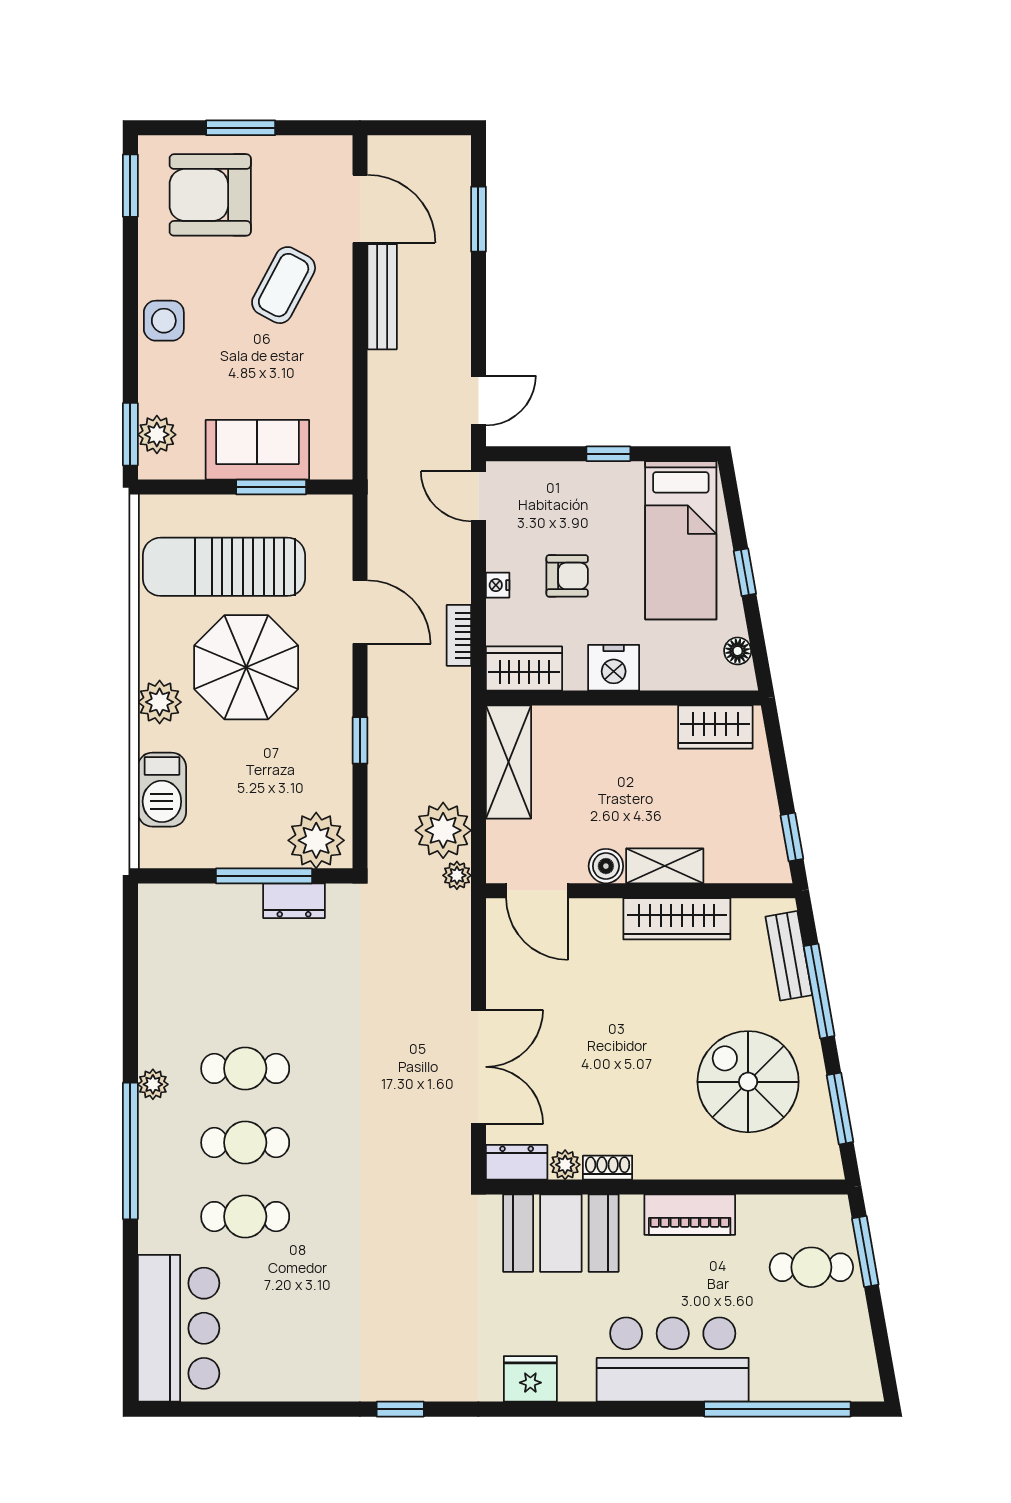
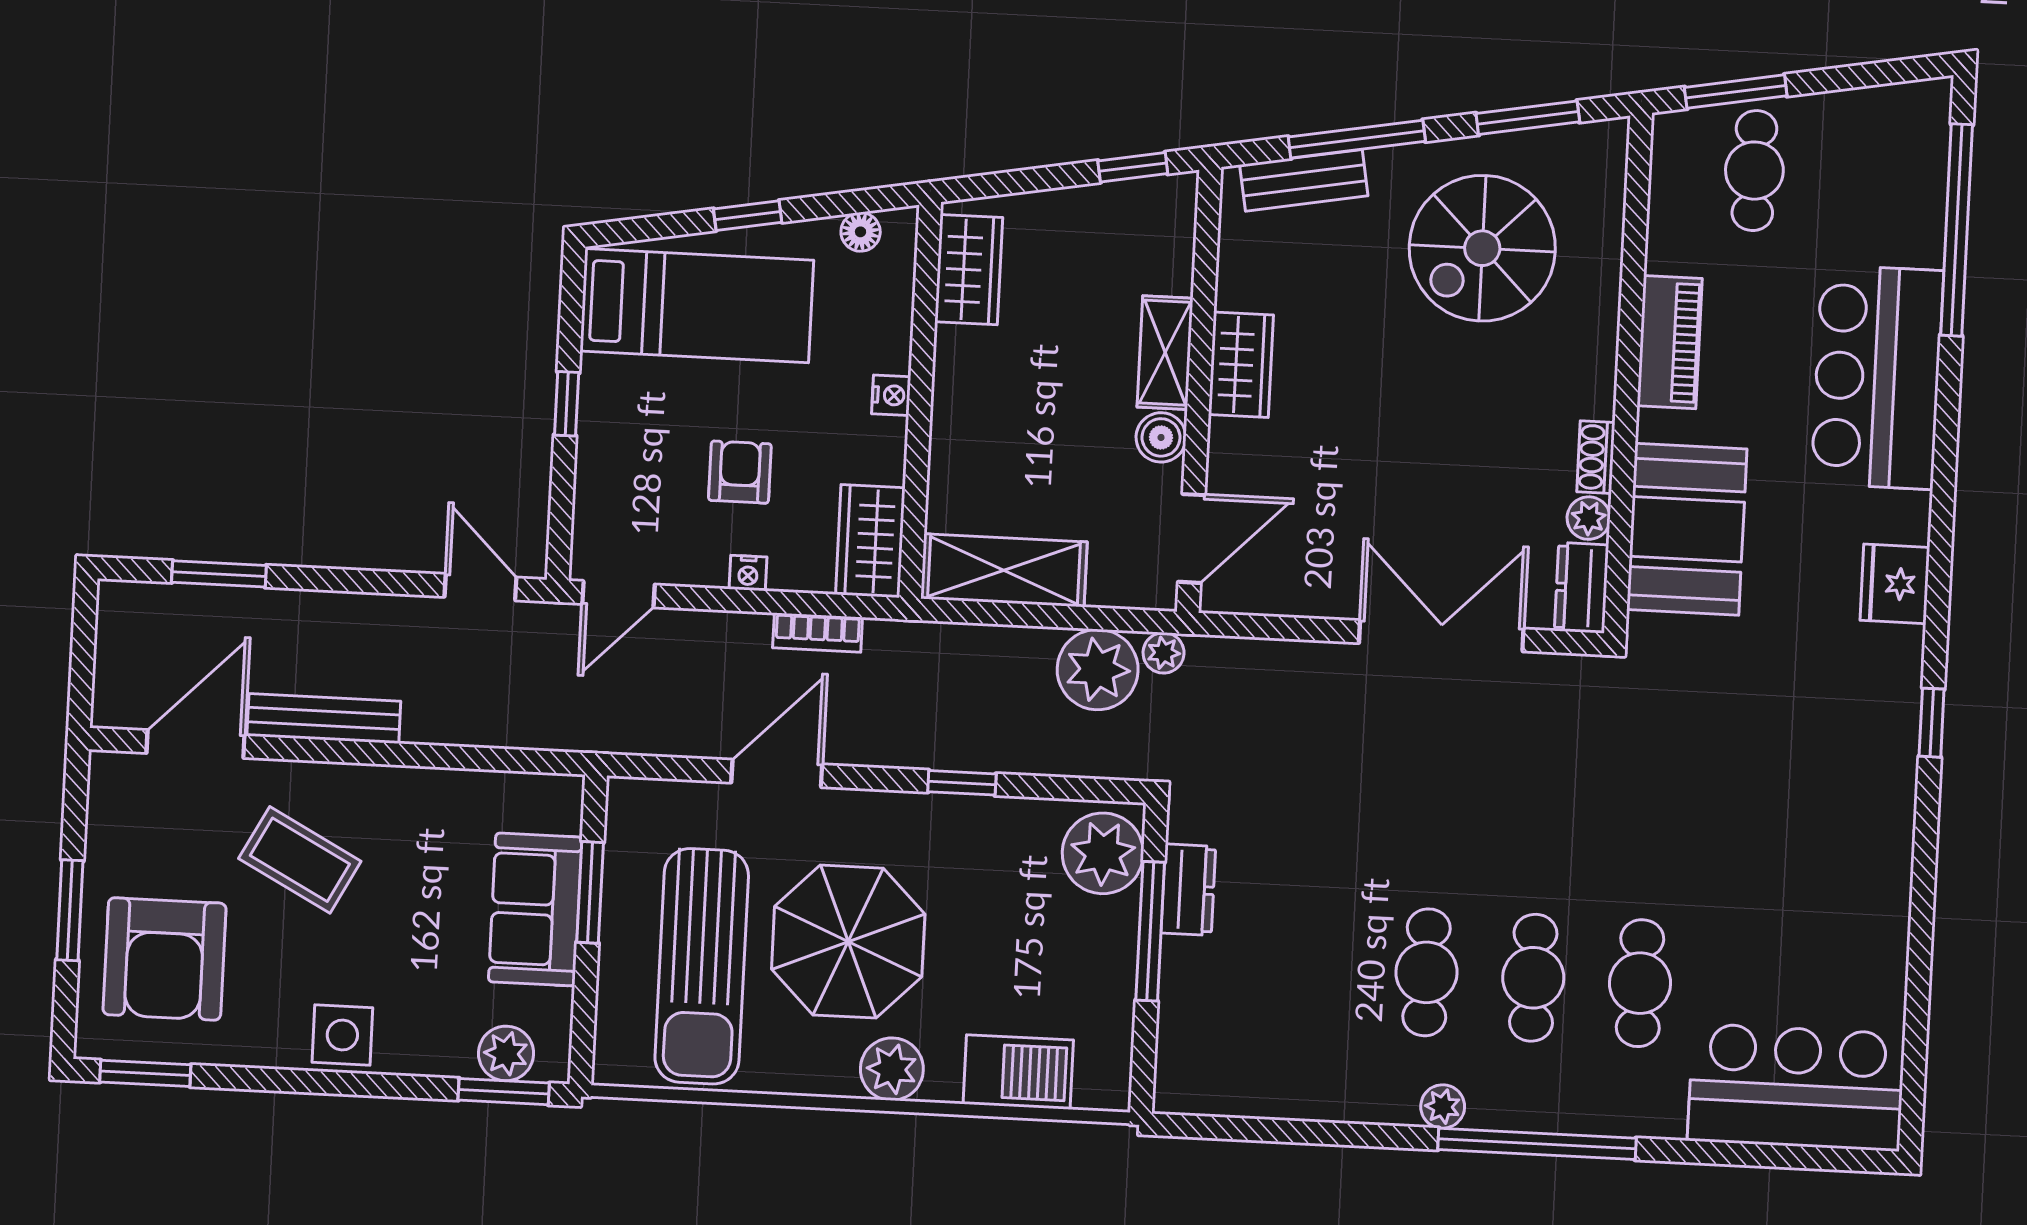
nightstand: (614, 668) -> (891, 395), width x0.53, depth x0.56
wardrobe: (677, 919) -> (1241, 365), width x0.67
window: (400, 1409) -> (1932, 723), moved

